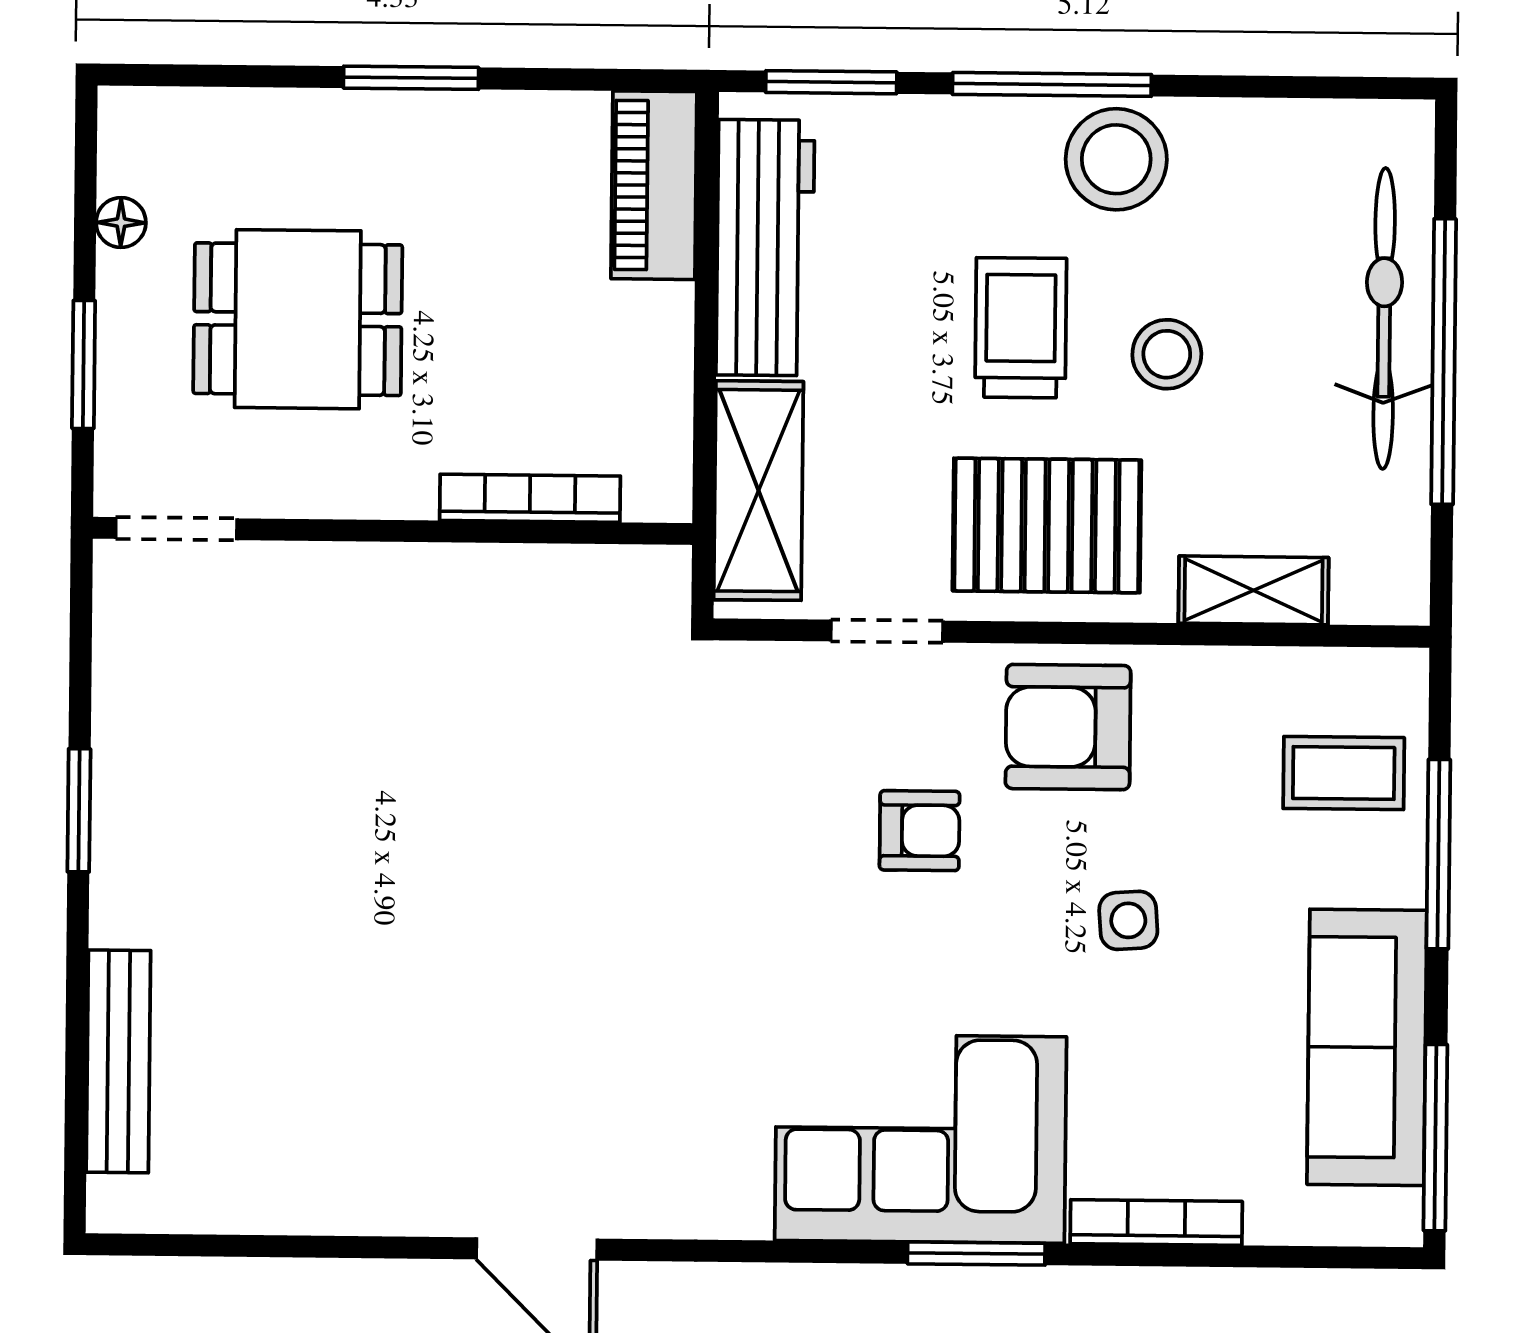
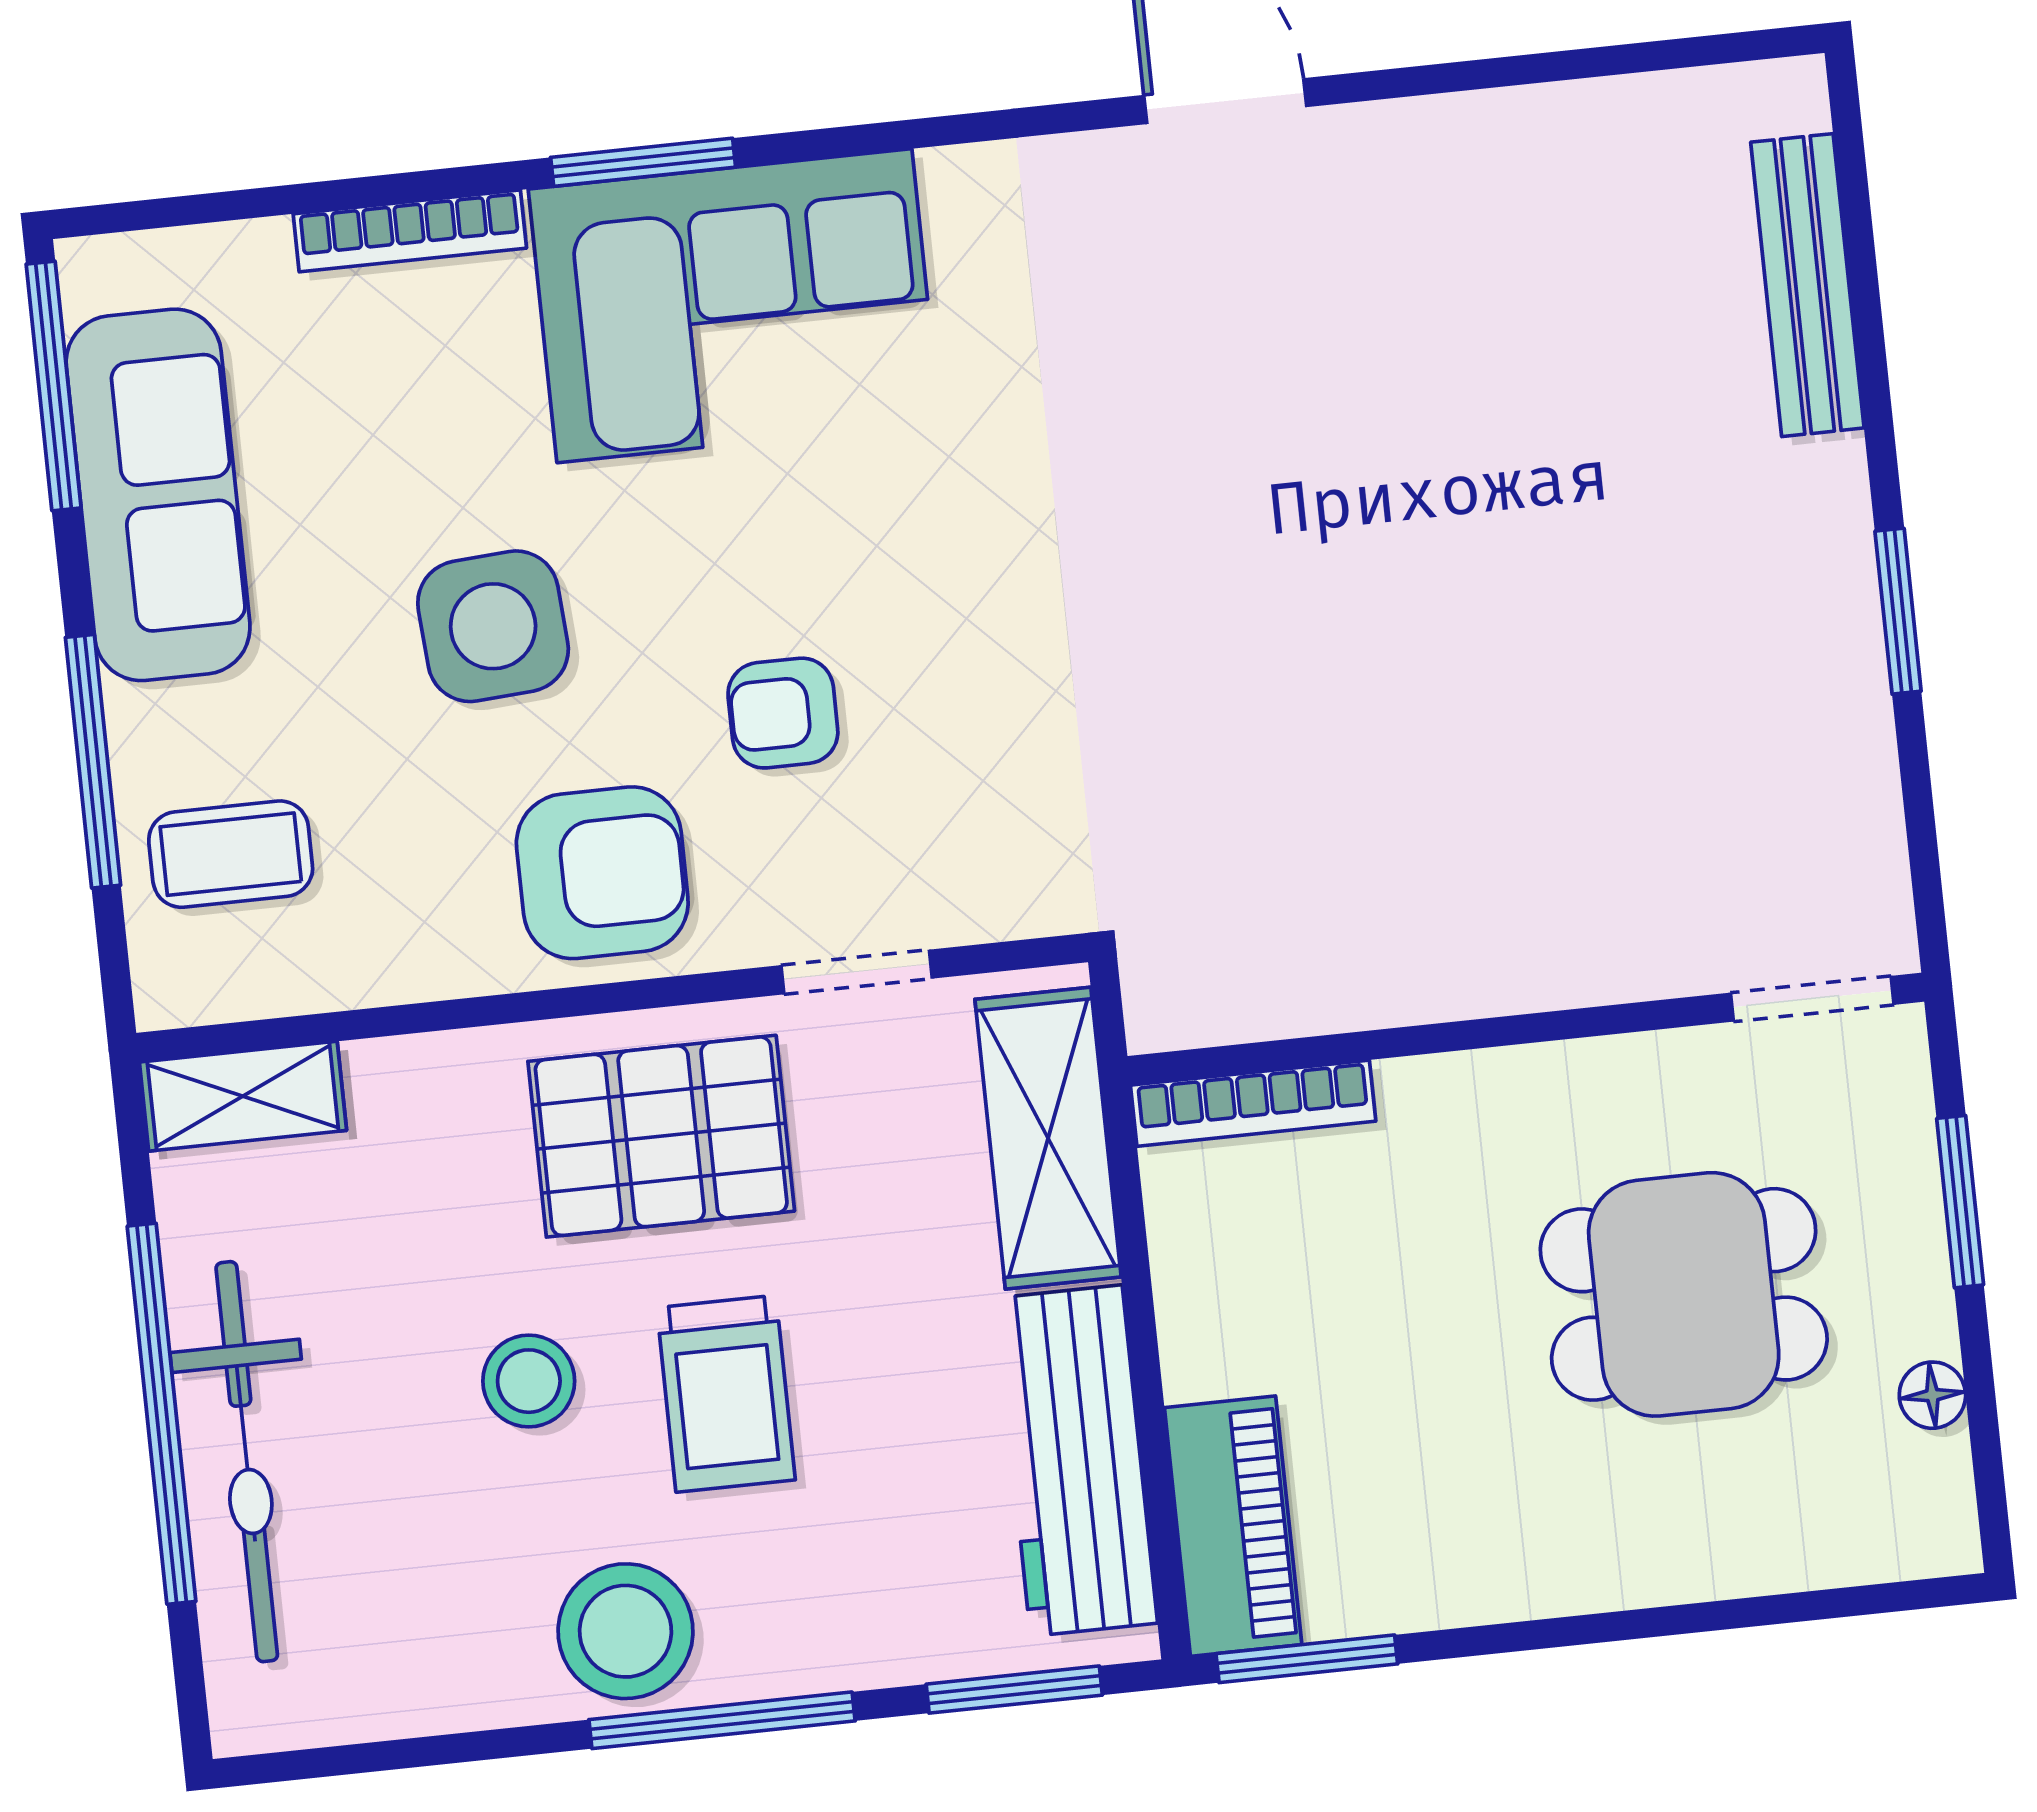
window: (411, 78) -> (1307, 1659), moved
bookcase: (530, 498) -> (1253, 1103), moved
shelving: (1254, 590) -> (243, 1096), moved
side table: (1128, 920) -> (493, 626), width x1.87, depth x1.87

